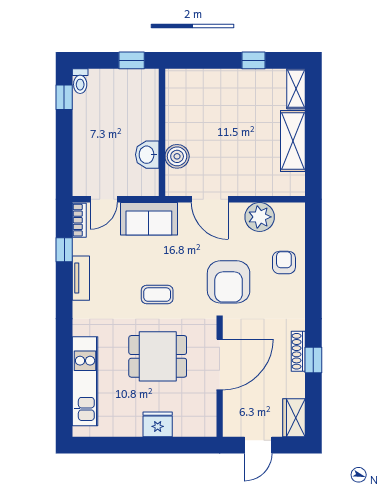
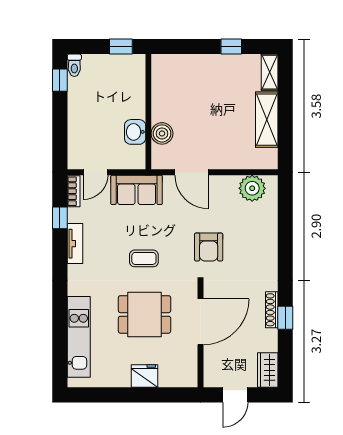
plant: (260, 217) -> (252, 188), moved
armchair: (284, 263) -> (259, 230), removed
armchair: (229, 282) -> (209, 247), width x0.73, depth x0.73

